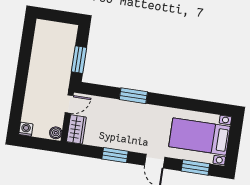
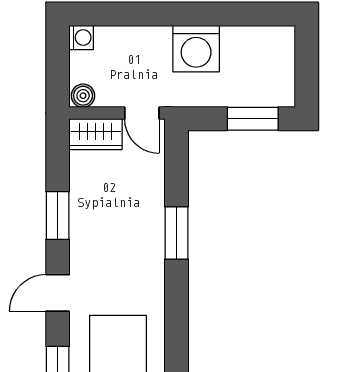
window: (79, 60) -> (253, 119), moved
washing machine: (40, 71) -> (196, 49), added

